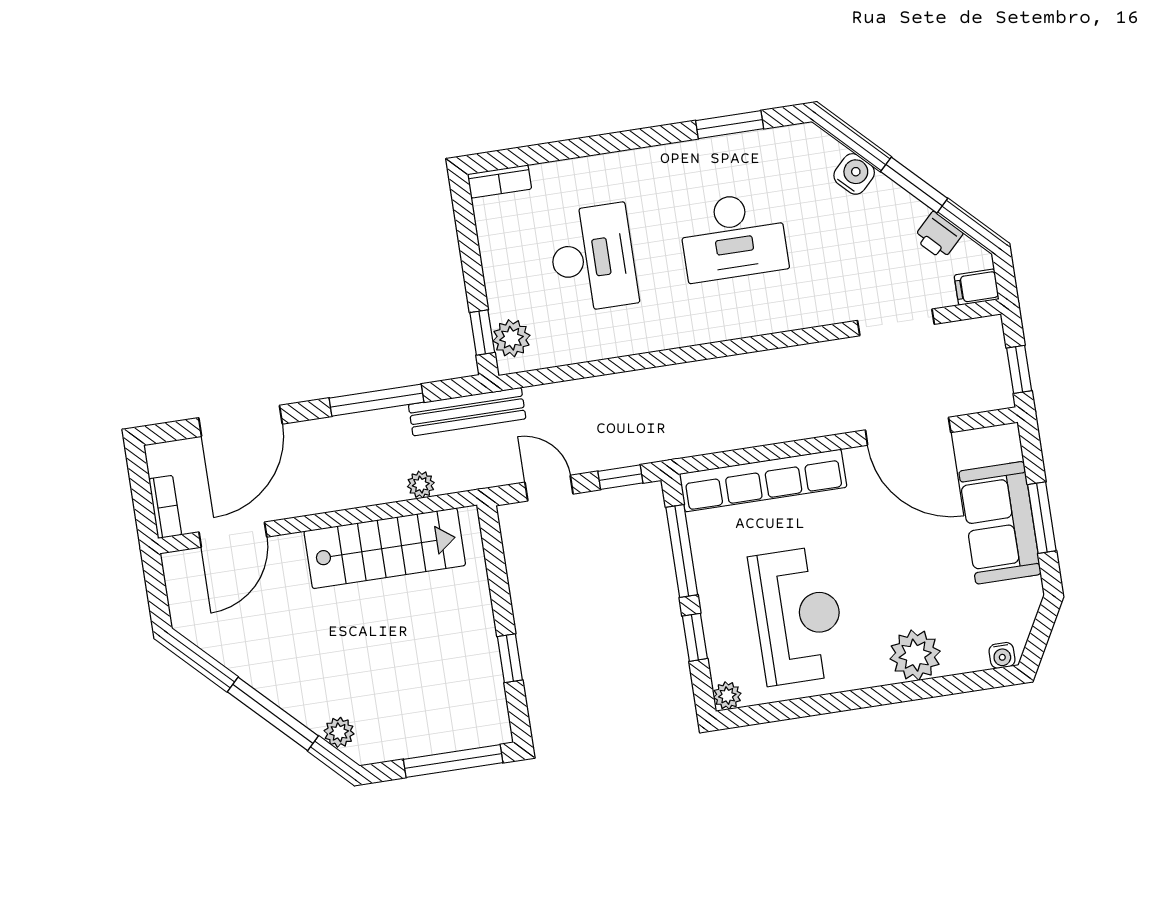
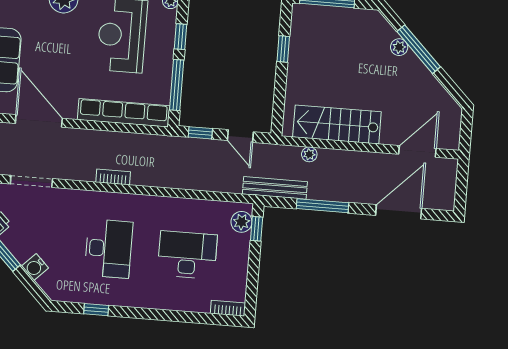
window: (730, 125) -> (96, 310), width x0.67
desk: (733, 237) -> (109, 249), turned 90
desk: (593, 258) -> (187, 255), turned 90
bookcase: (165, 507) -> (113, 177), moved, turned 90
plant: (339, 732) -> (399, 47), moved

